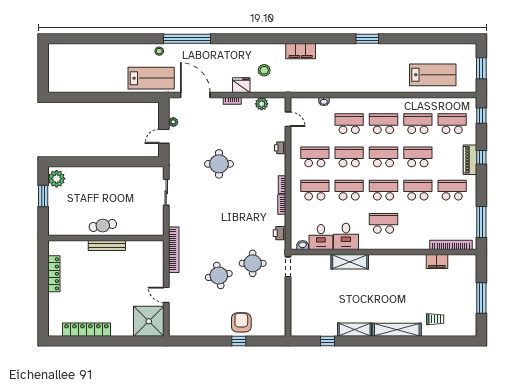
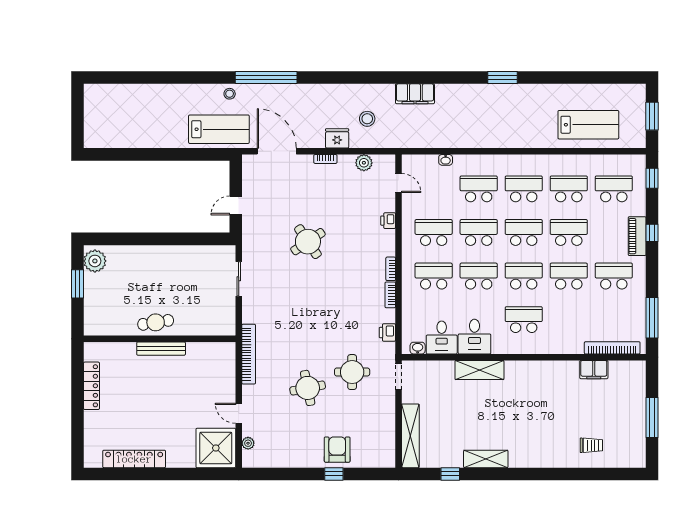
plant: (173, 122) -> (248, 443), moved
round table: (219, 164) -> (308, 242), turned -34
shelving: (397, 330) -> (410, 436), moved, turned 90

